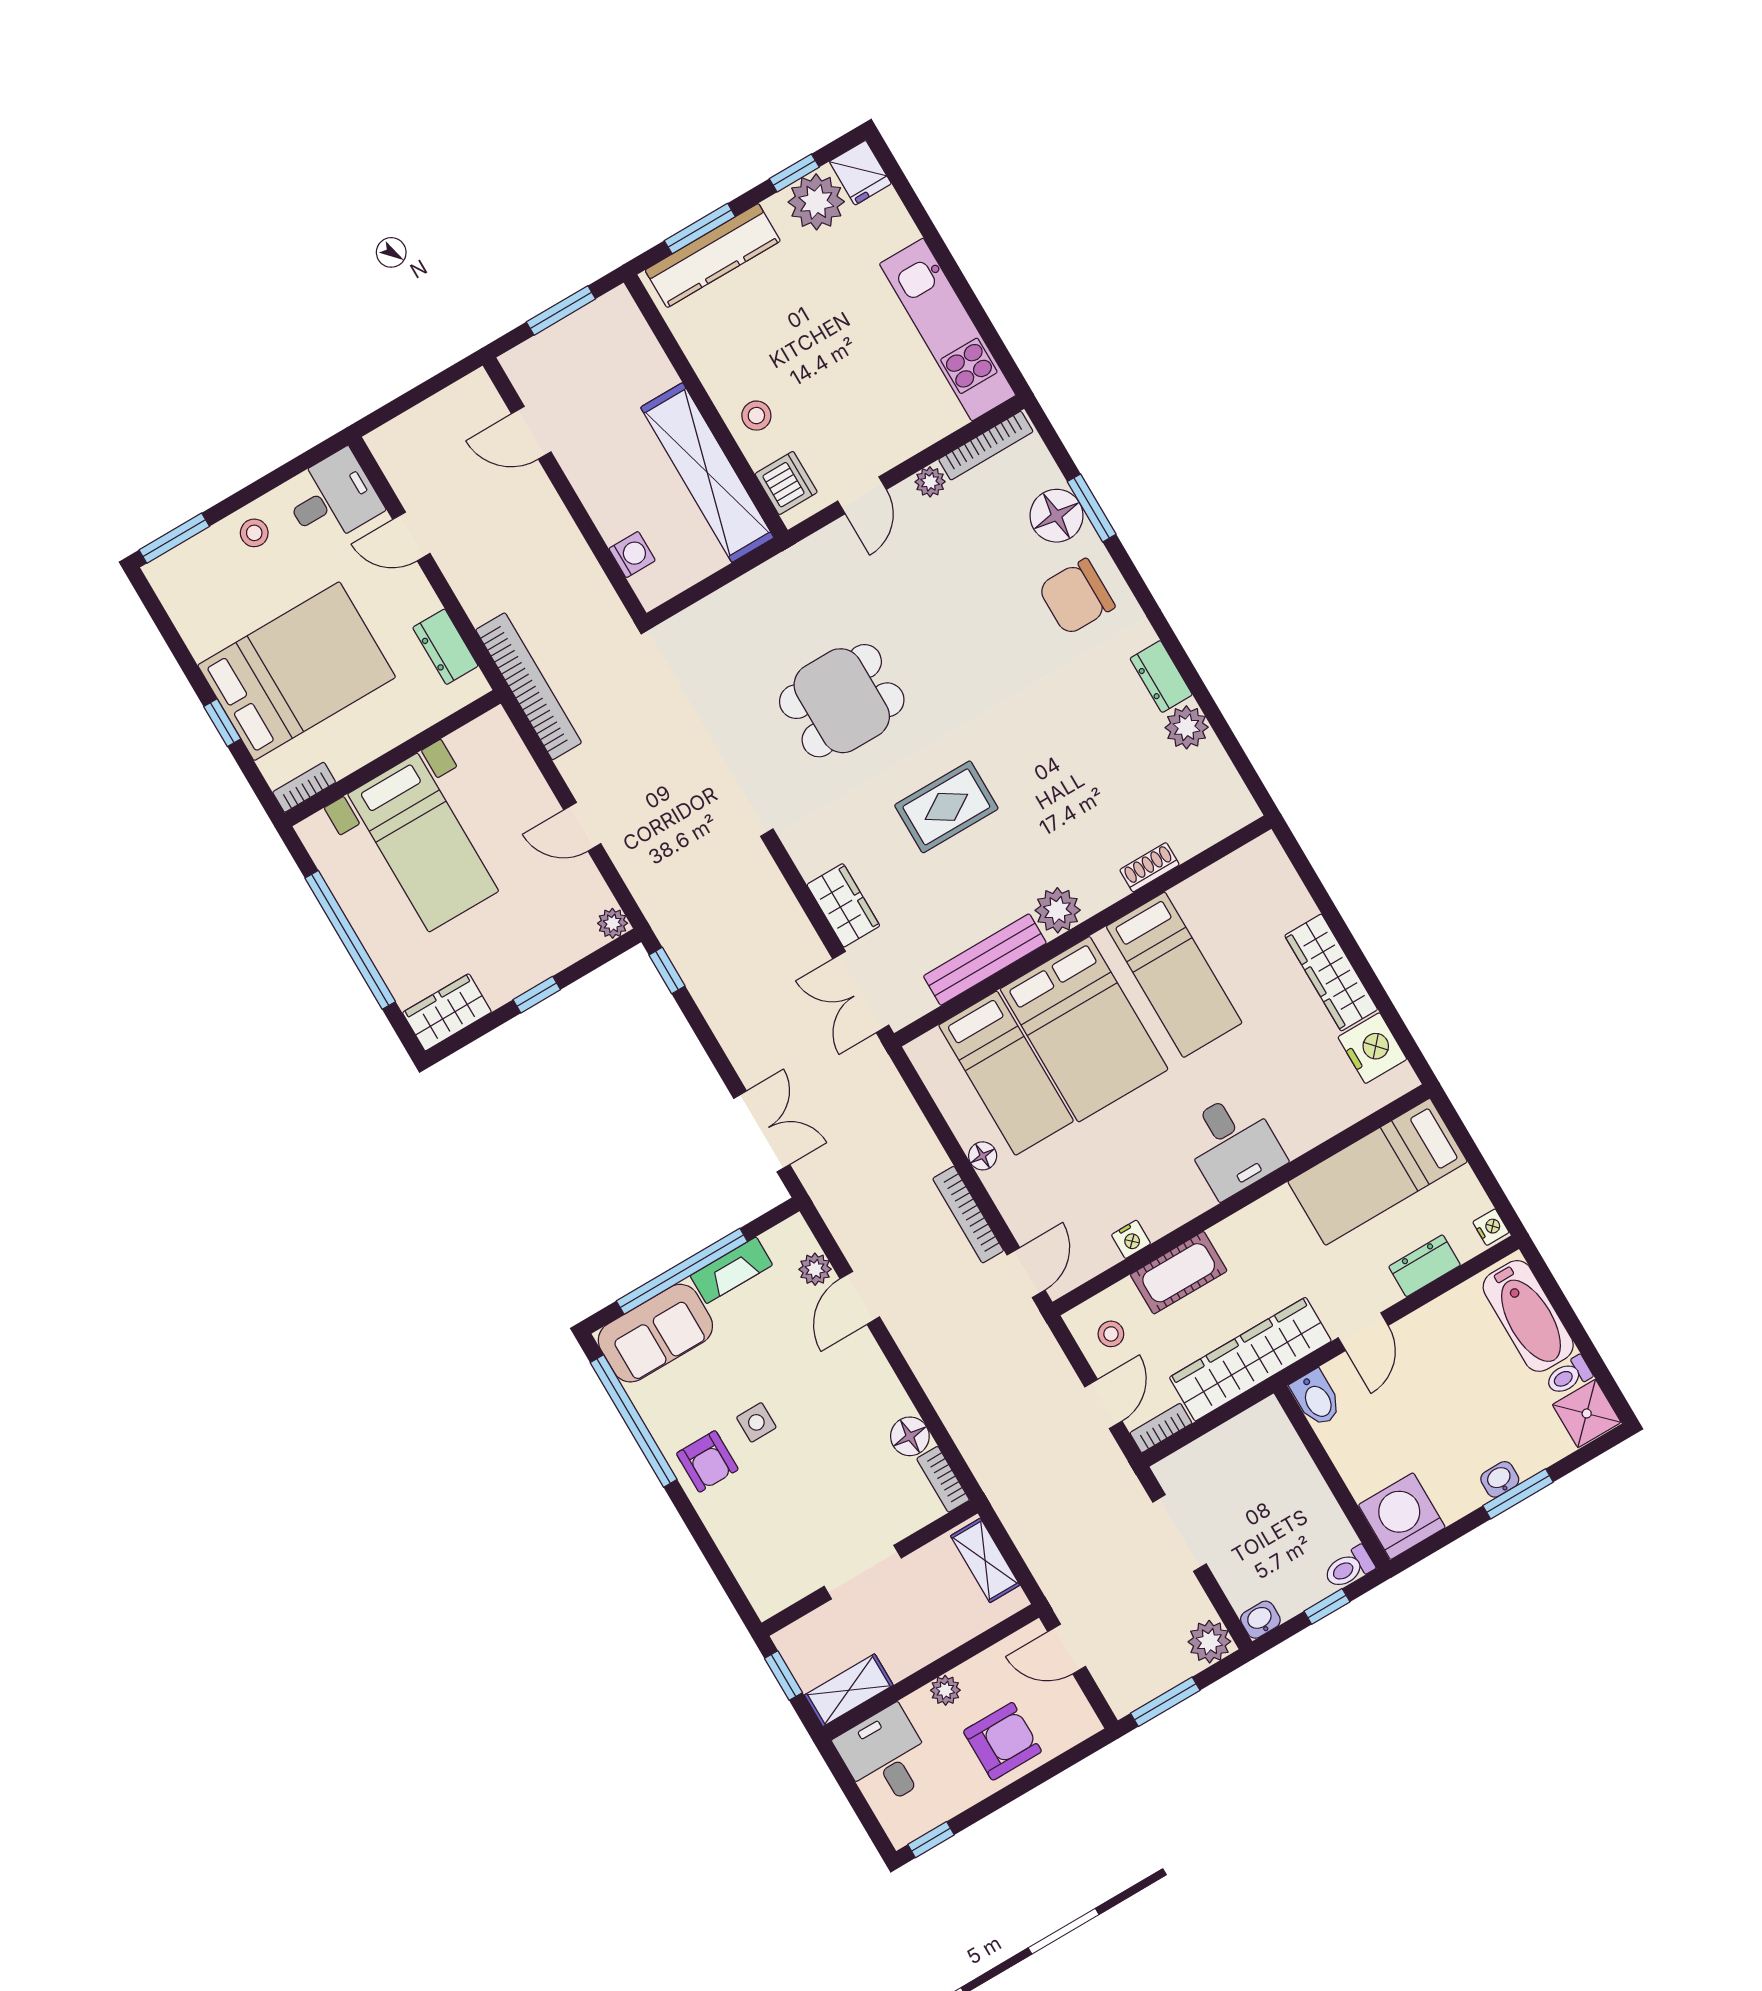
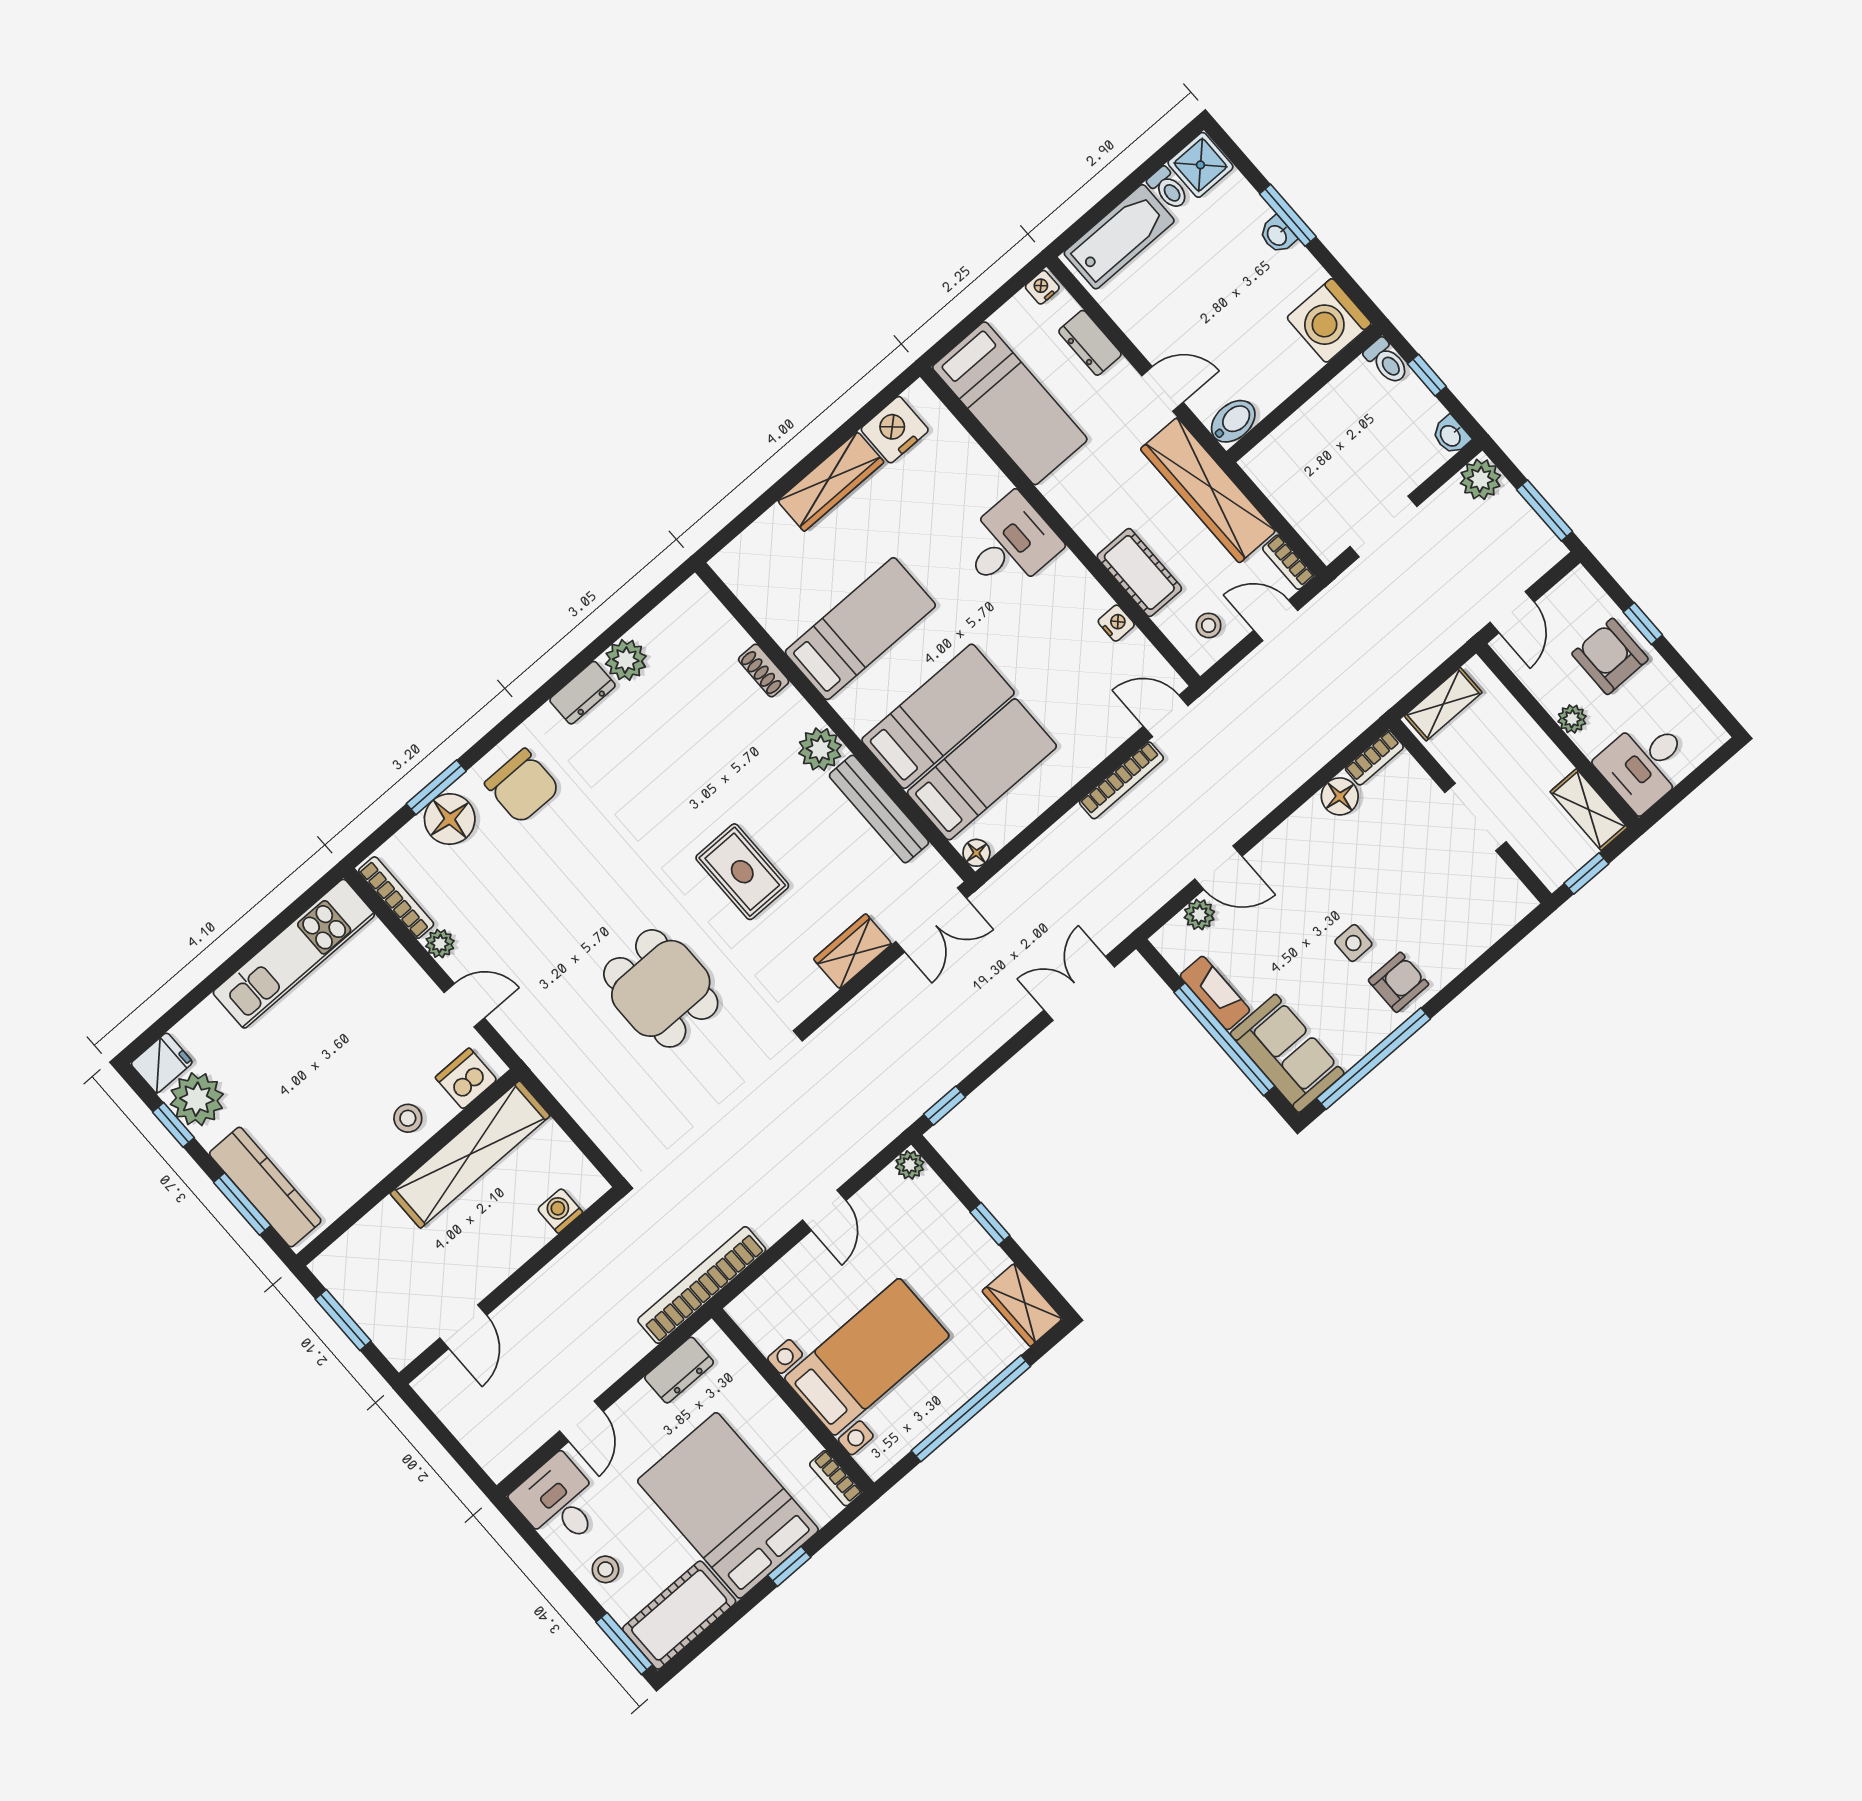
cot: (193, 600) -> (679, 1615), added
bed: (1084, 1029) -> (938, 716), width x0.67
floor lamp: (983, 1156) -> (976, 853), moved
window: (931, 1840) -> (1643, 624), moved

